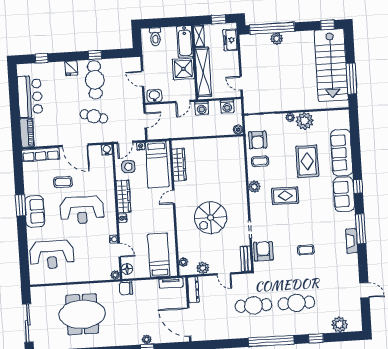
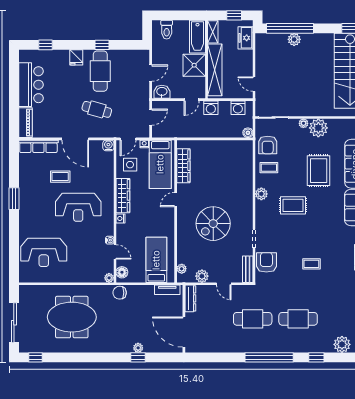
door: (143, 79) -> (151, 73), swing flipped
sofa: (35, 211) -> (28, 206), removed

